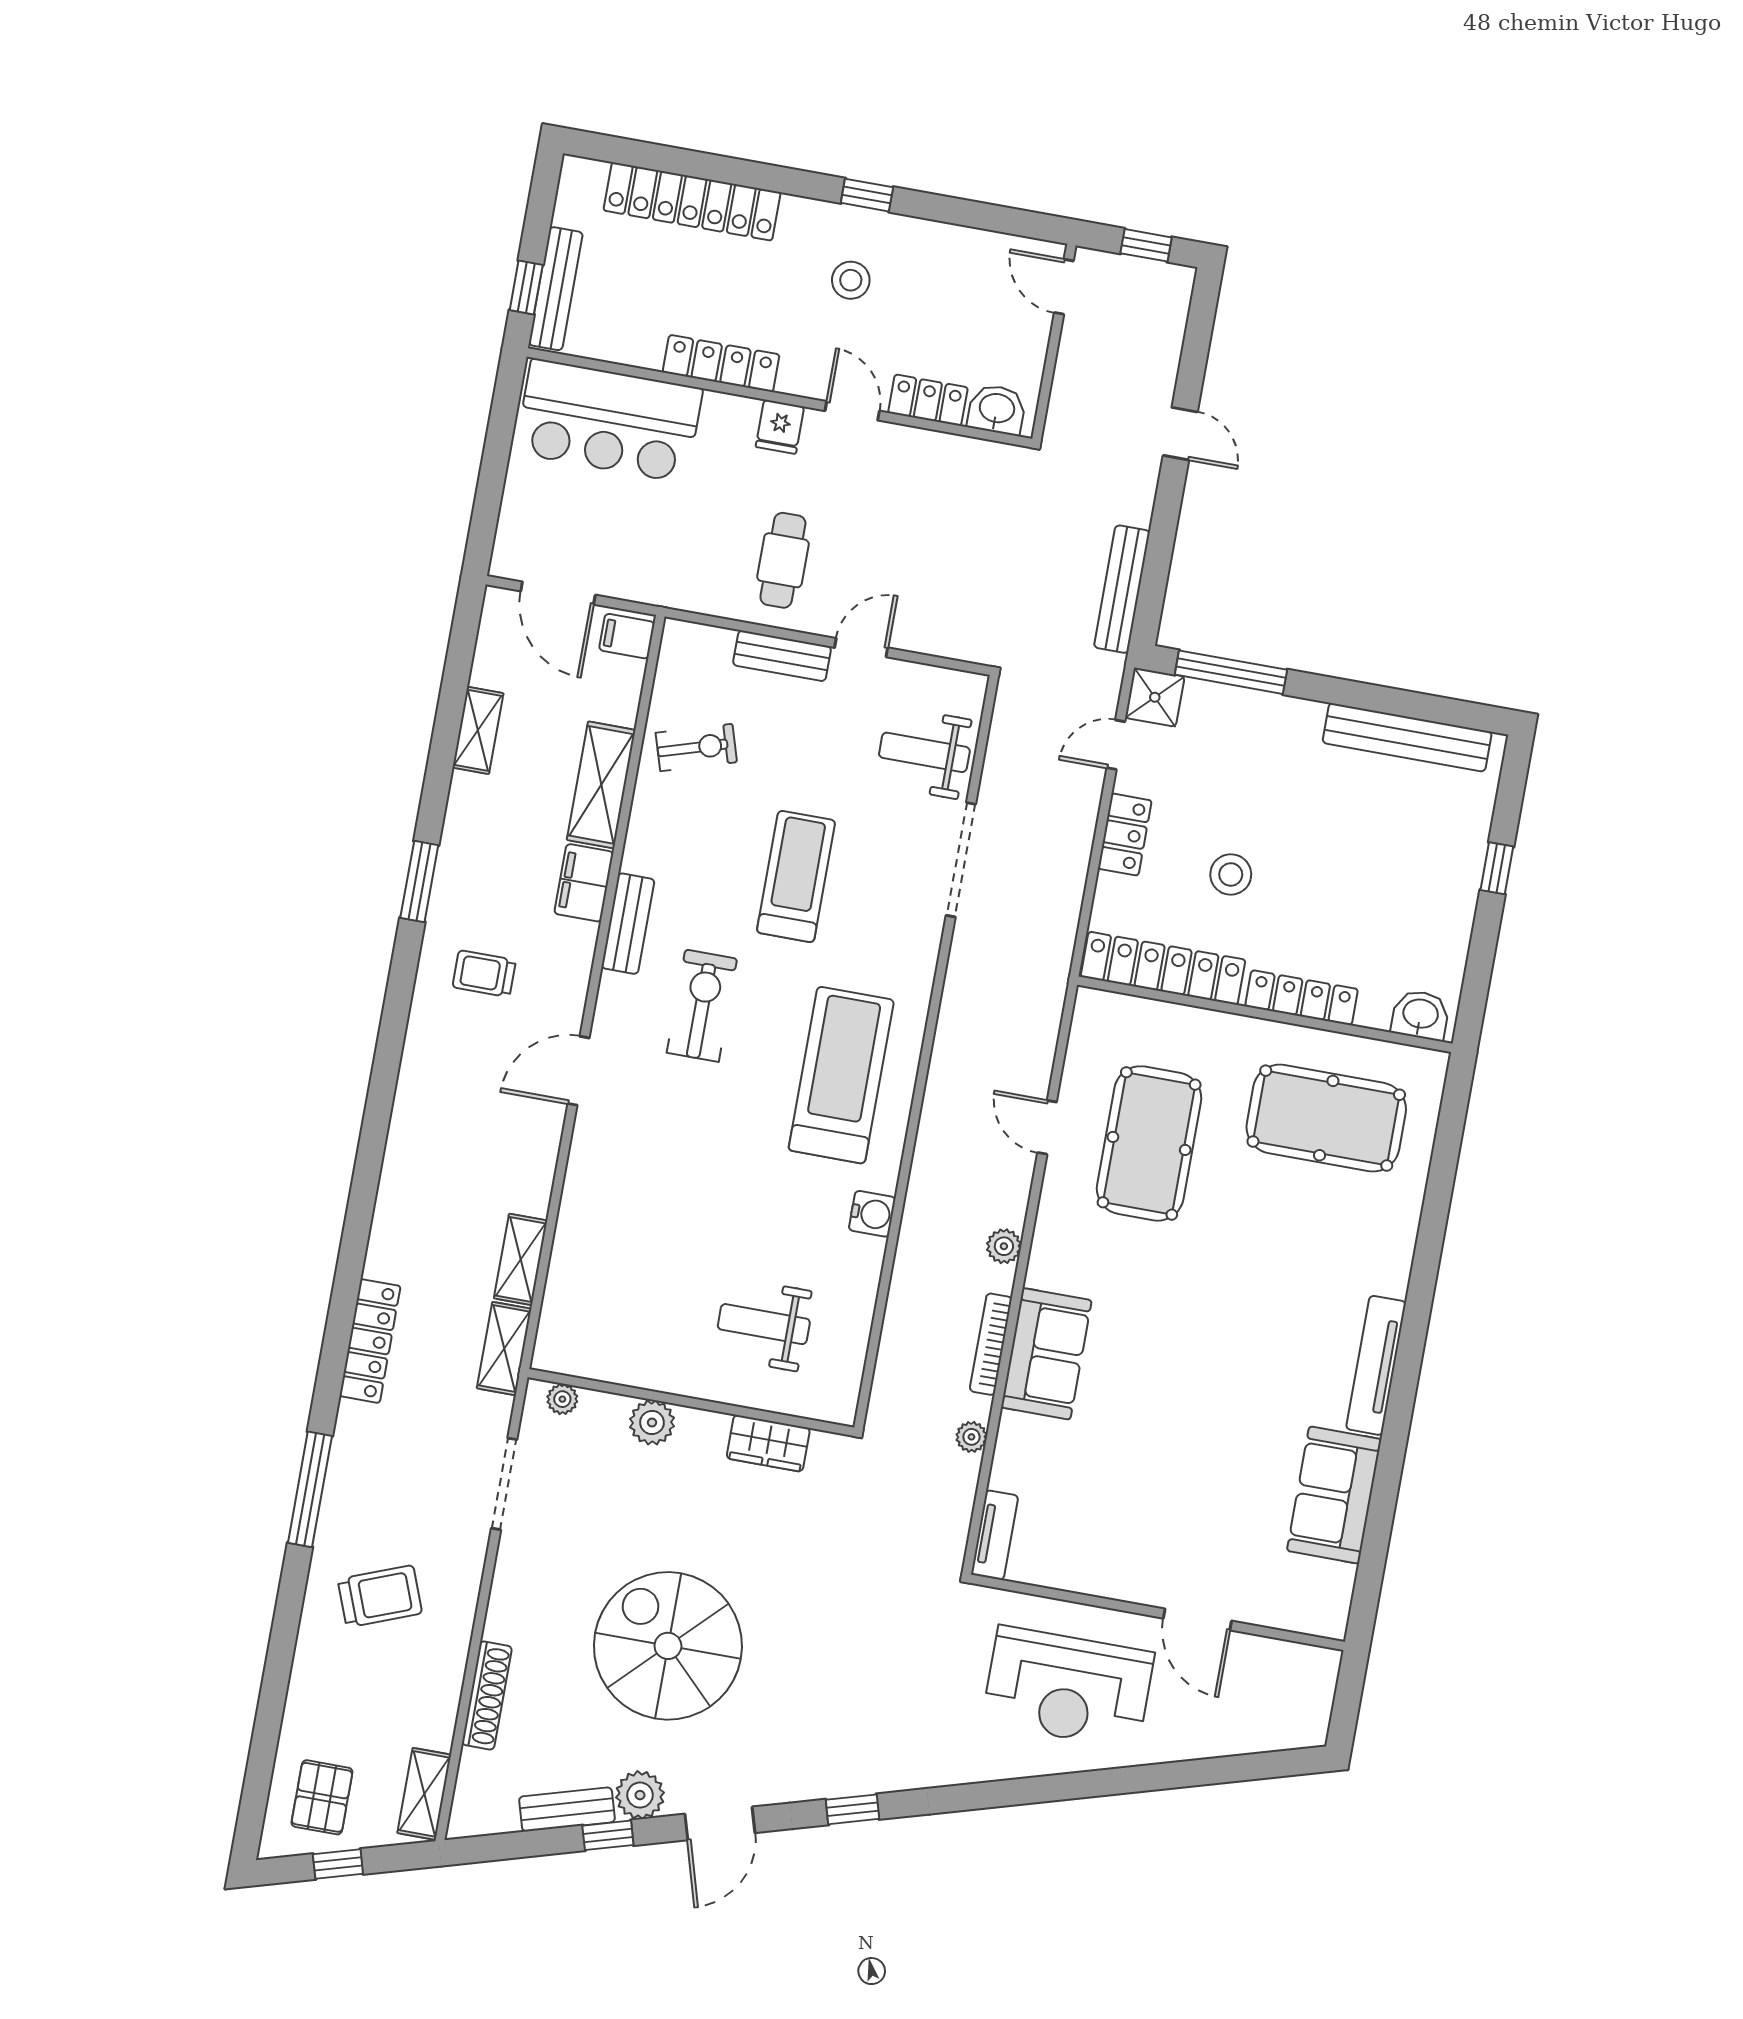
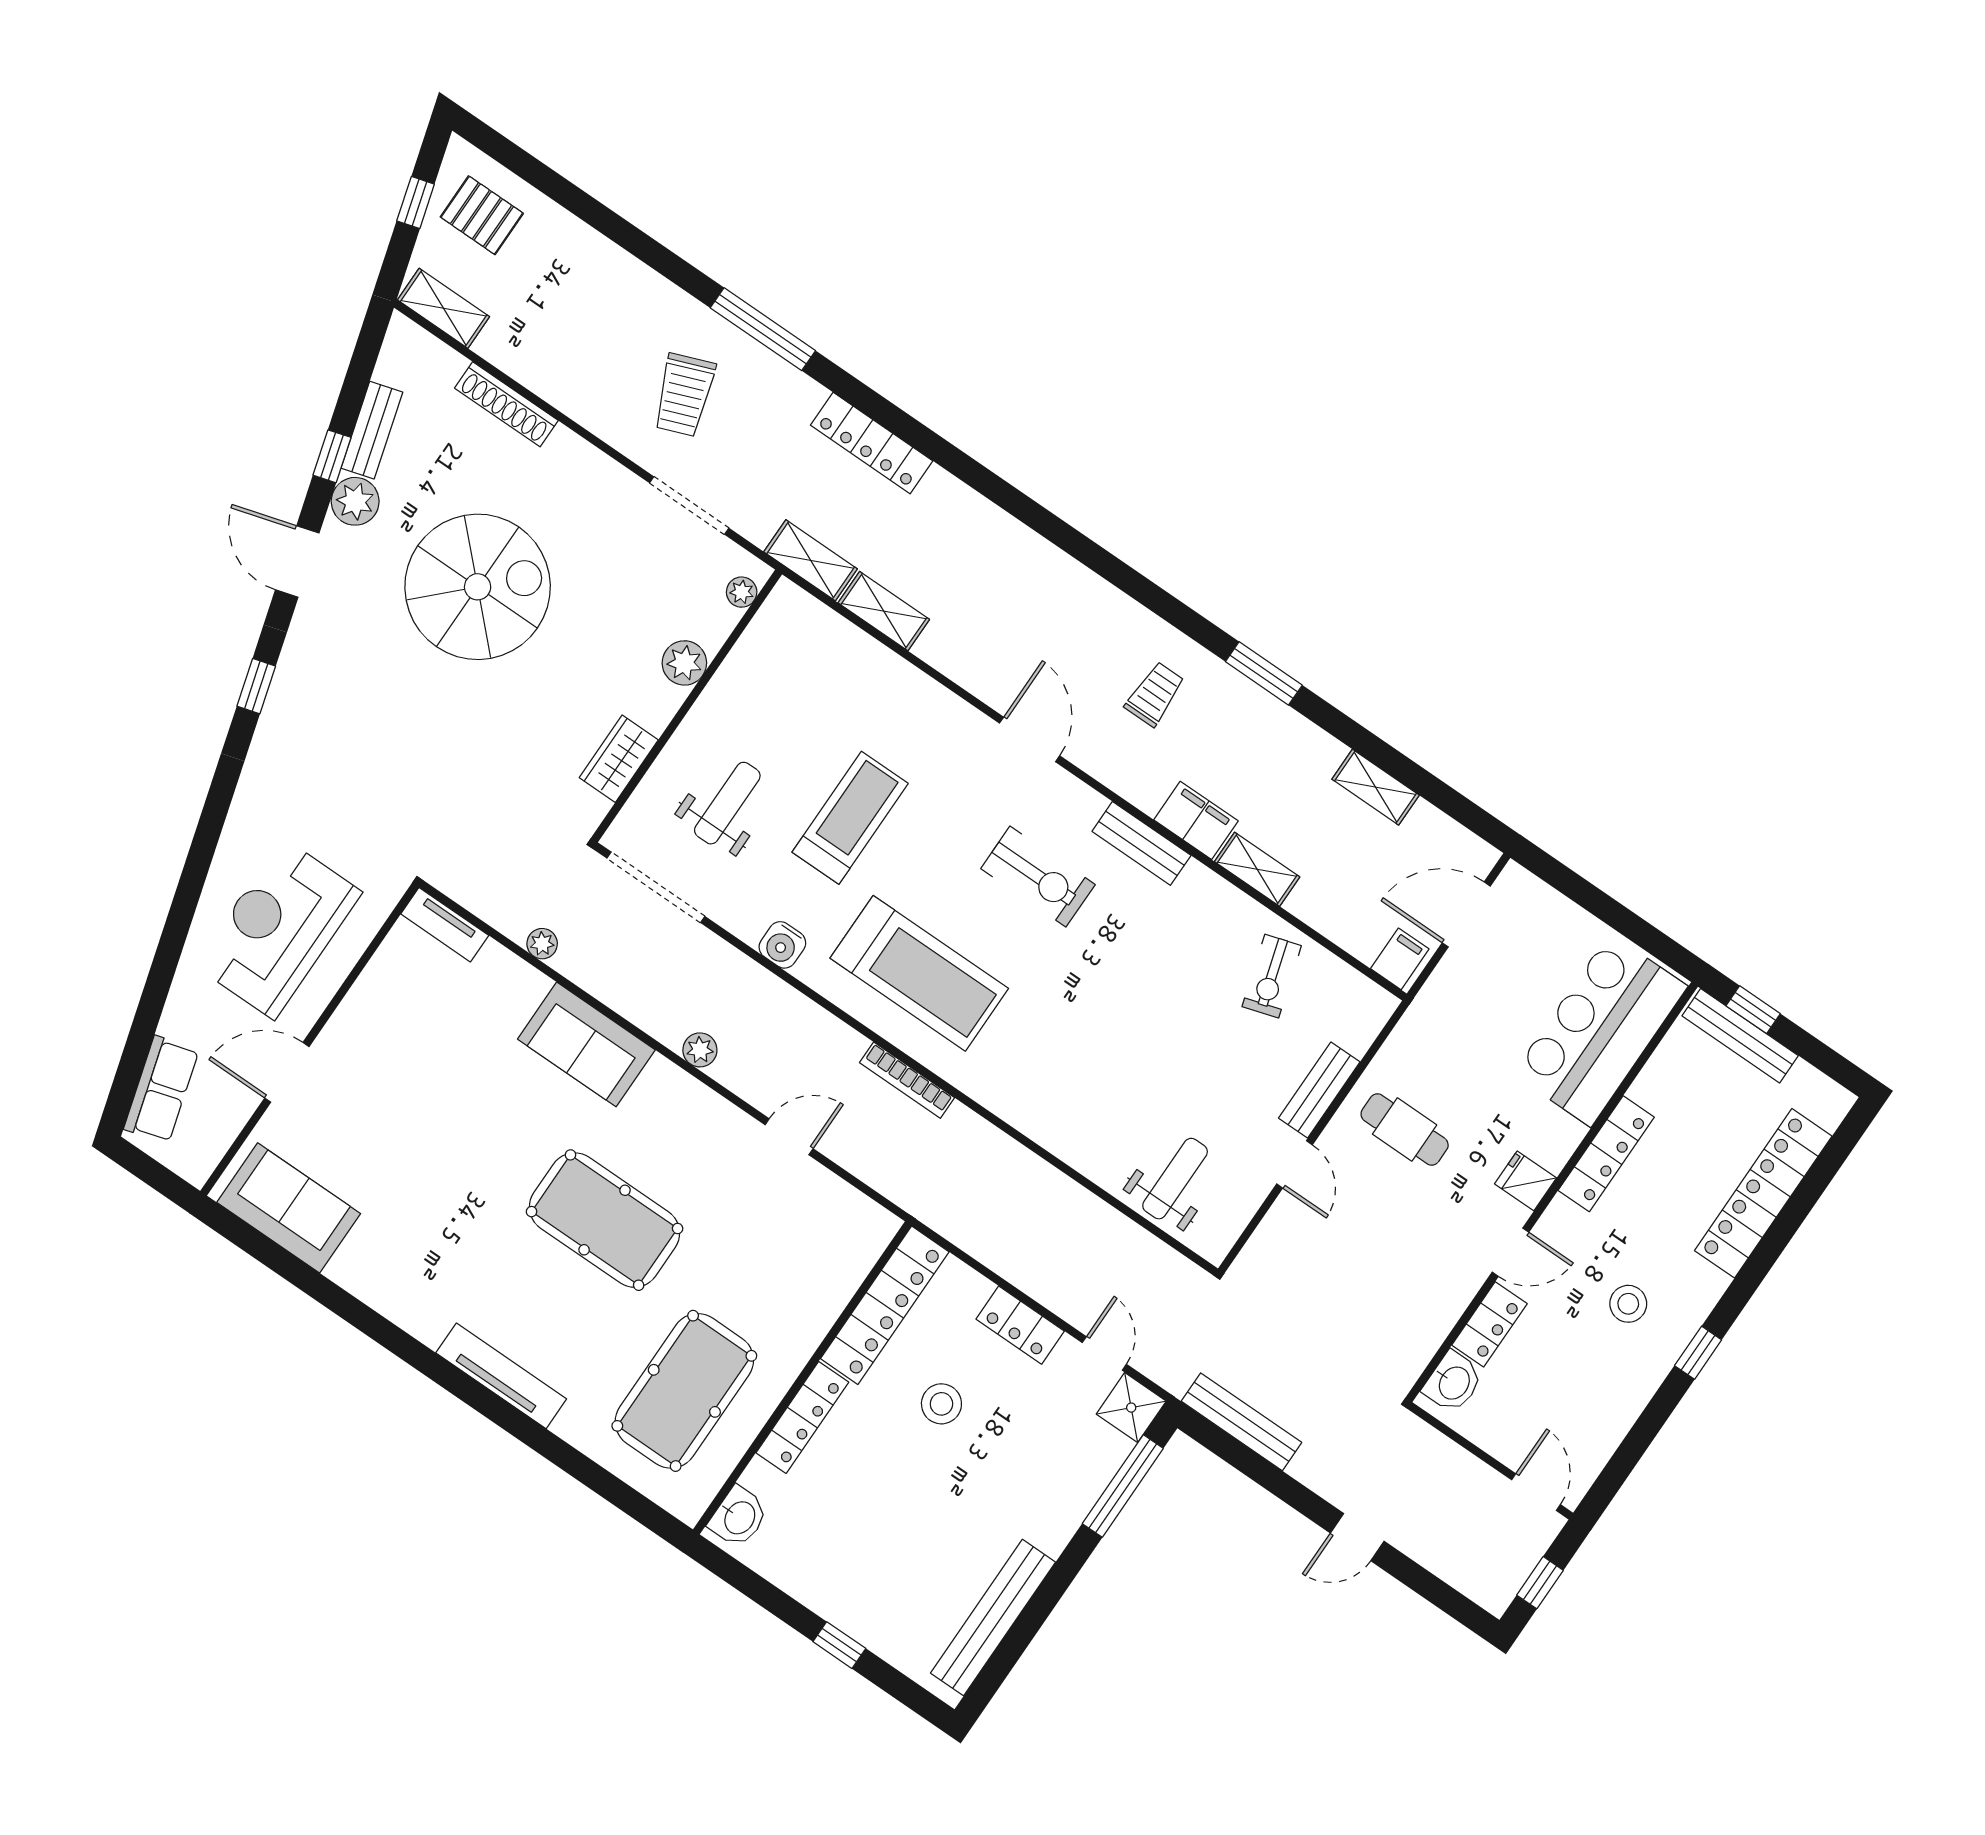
door: (1064, 287) -> (1536, 1492), hinge flipped
shelving: (601, 785) -> (1257, 869), width x0.67, depth x0.75
doorway: (961, 860) -> (656, 887), moved
treadmill: (796, 876) -> (850, 818), moved, turned -90
pool table: (1149, 1143) -> (605, 1220), moved
bookcase: (991, 1344) -> (907, 1080), moved, turned 180
tv unit: (1376, 1365) -> (501, 1376), moved
sofa: (1334, 1495) -> (289, 1208), moved
trolley: (380, 1596) -> (684, 395), moved
row of seats: (1266, 1729) -> (161, 1089), added

